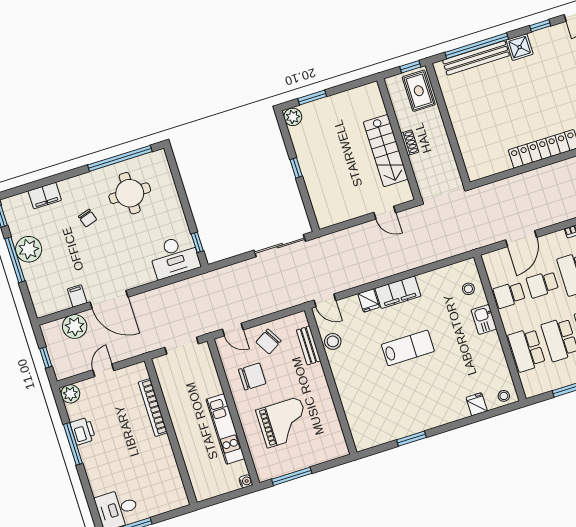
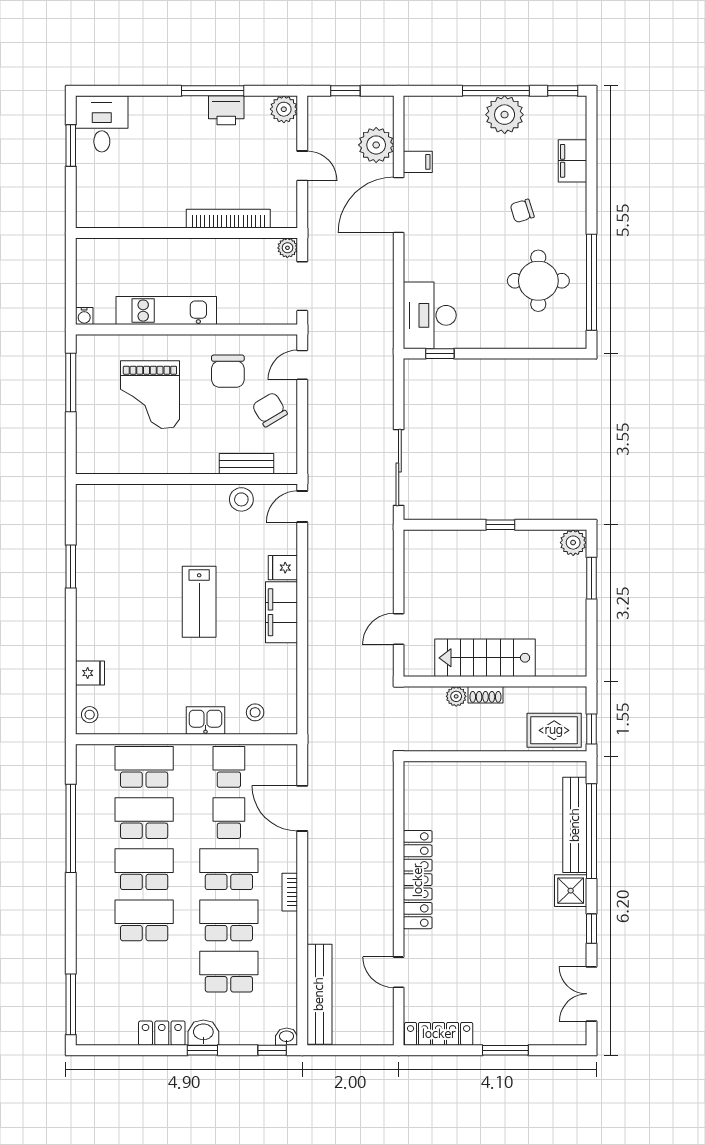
plant: (417, 161) -> (456, 696), added
plant: (160, 363) -> (287, 248), added

